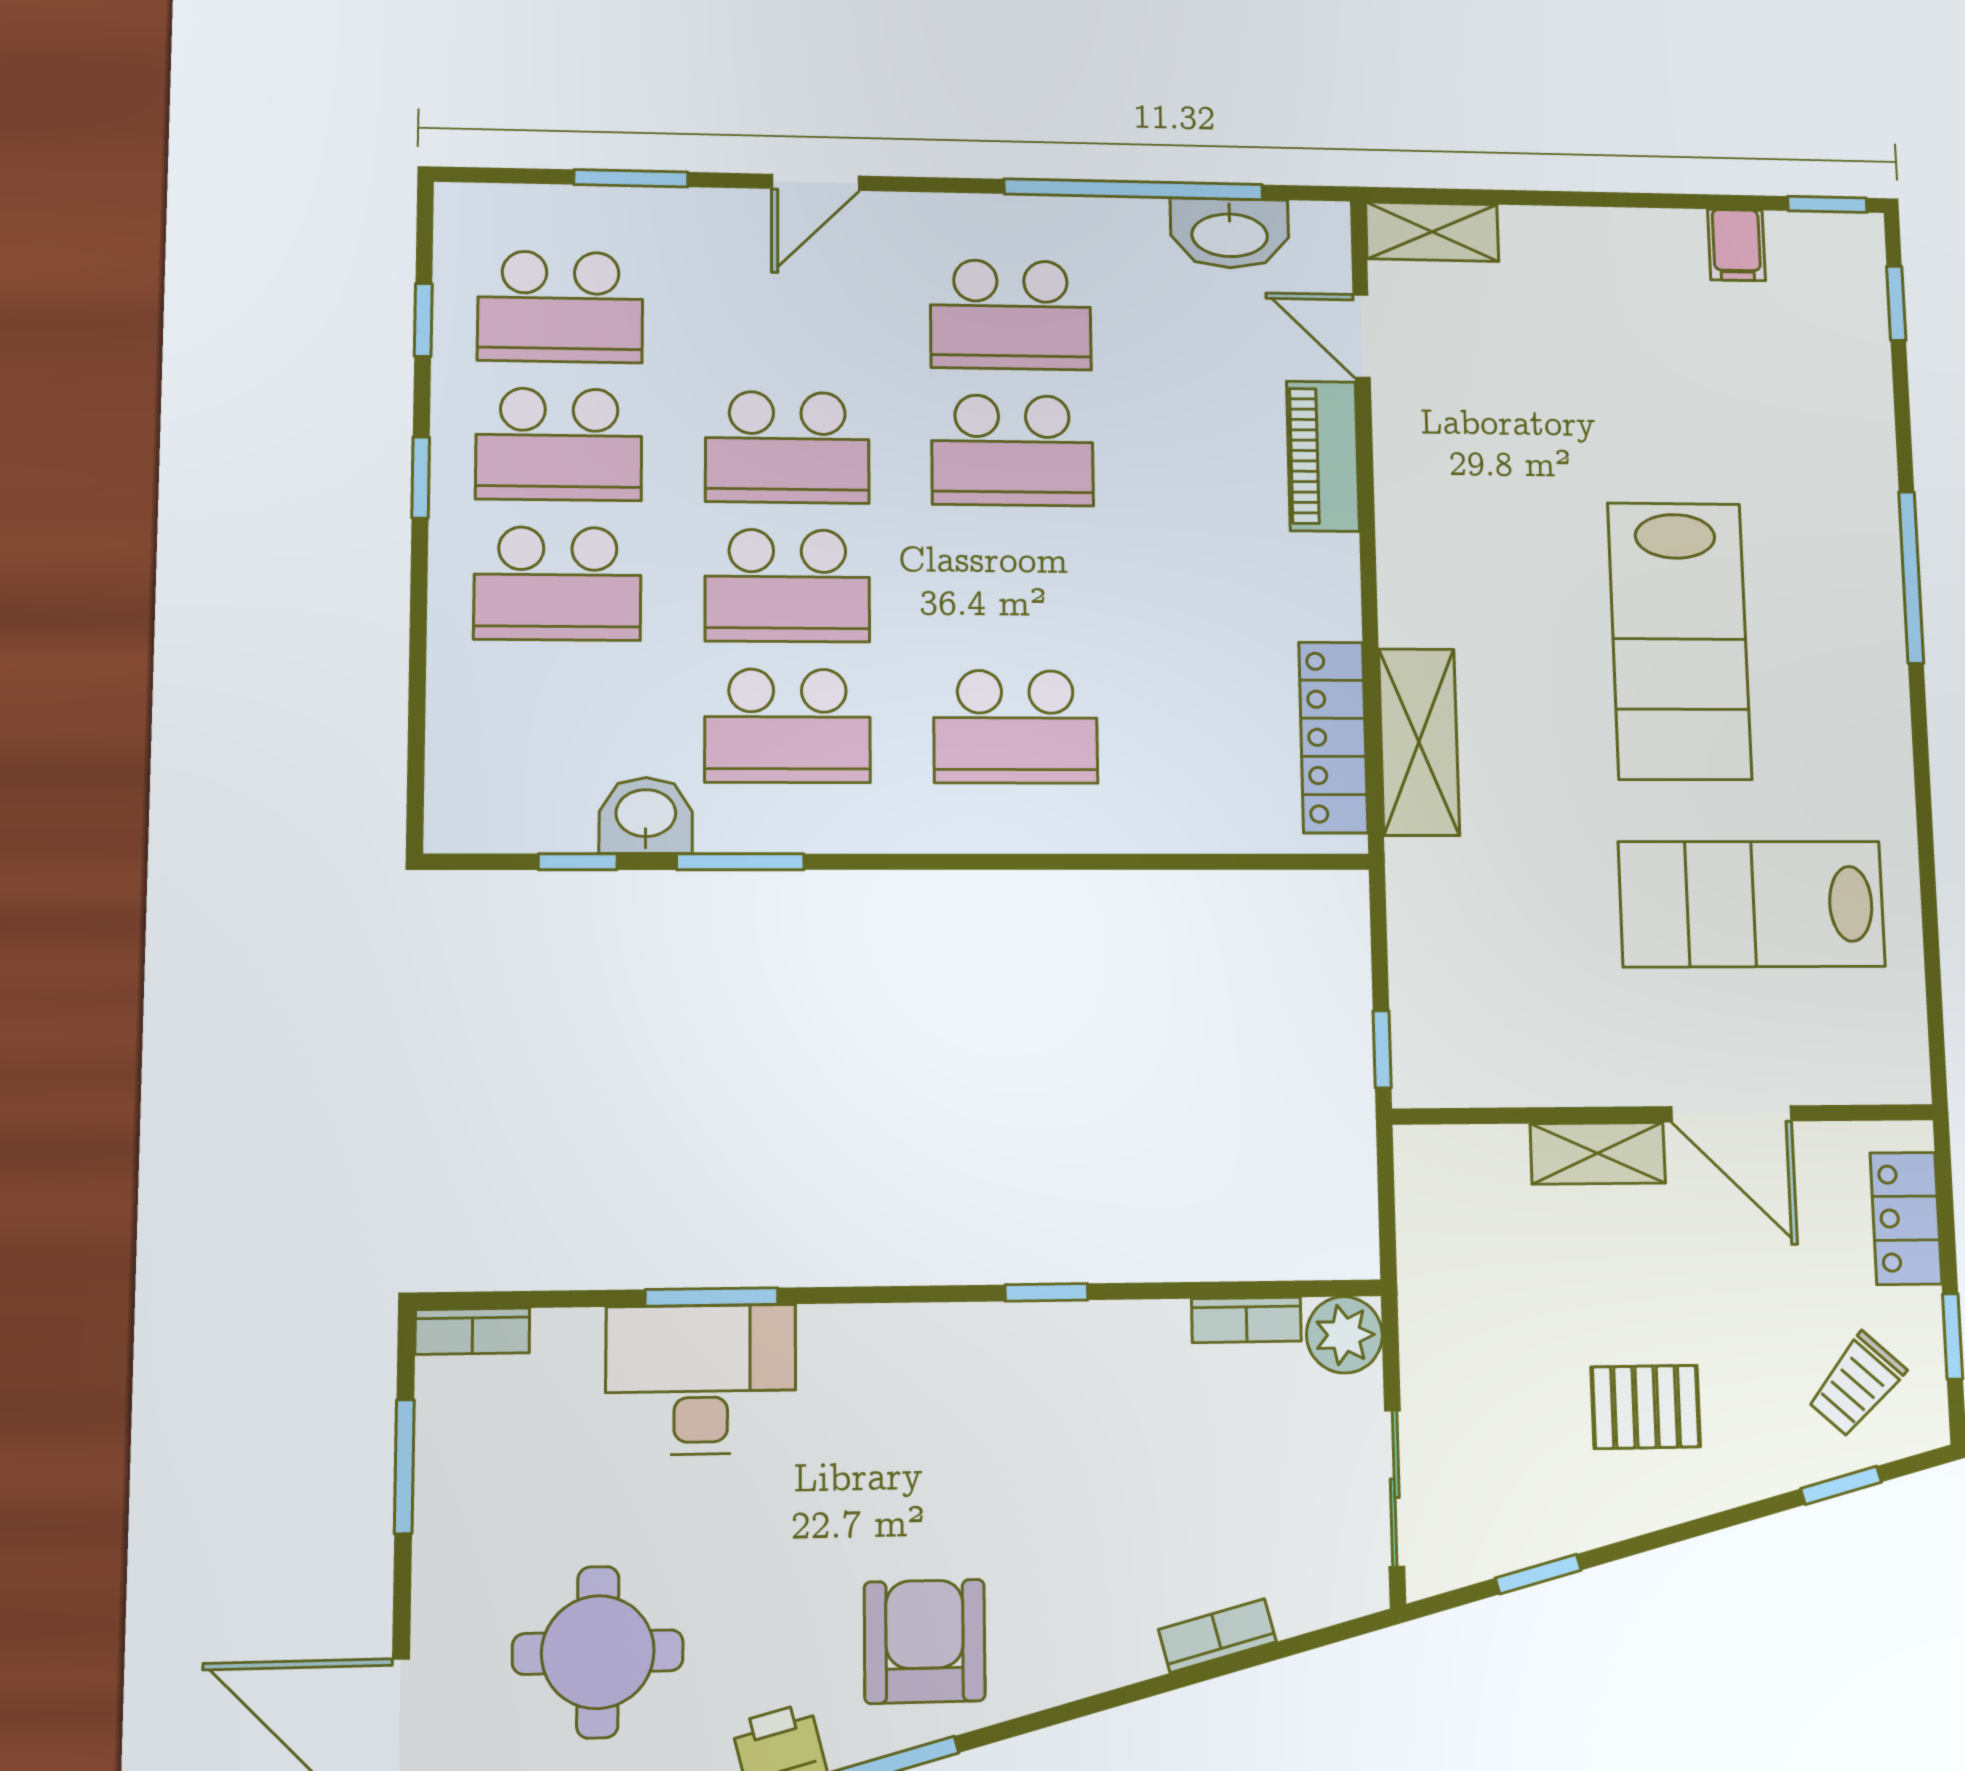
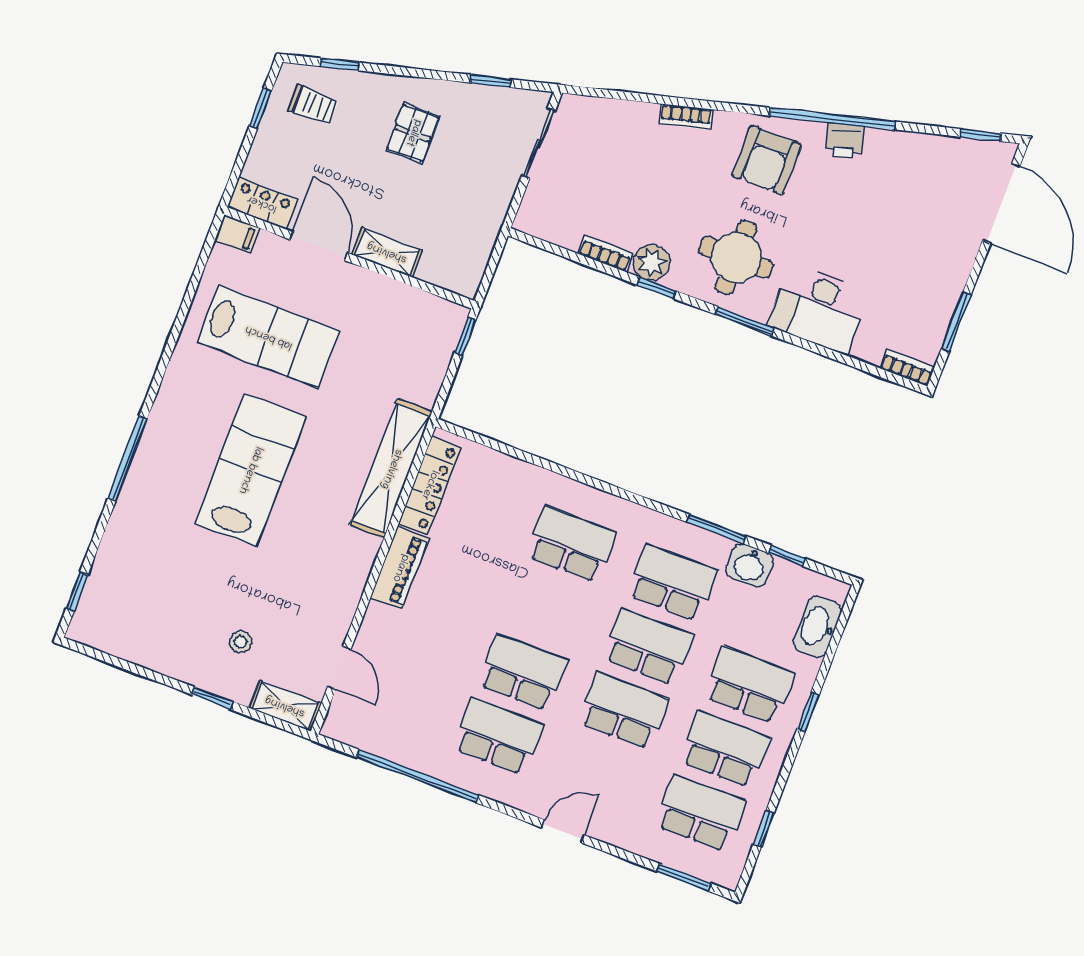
window: (631, 178) -> (684, 877), moved
window: (1827, 204) -> (212, 698), moved
washbasin: (1230, 233) -> (817, 627), moved, turned -90
filing cabinet: (1736, 245) -> (237, 234), moved, turned 90
stool: (1563, 319) -> (241, 642), added
piano: (1323, 456) -> (400, 568), moved
window: (421, 478) -> (808, 712), moved
shelving: (1419, 742) -> (391, 469), width x1.47
locker: (1906, 1218) -> (262, 203), moved, turned -90
window: (712, 1297) -> (745, 321), moved
bookcase: (1246, 1320) -> (605, 253), moved
plant: (1344, 1335) -> (651, 262), moved
trolley: (1857, 1385) -> (314, 105), turned 48
pallet: (1646, 1407) -> (413, 133), turned 90
bookcase: (1217, 1636) -> (686, 117), moved
round table: (598, 1652) -> (736, 257), moved

